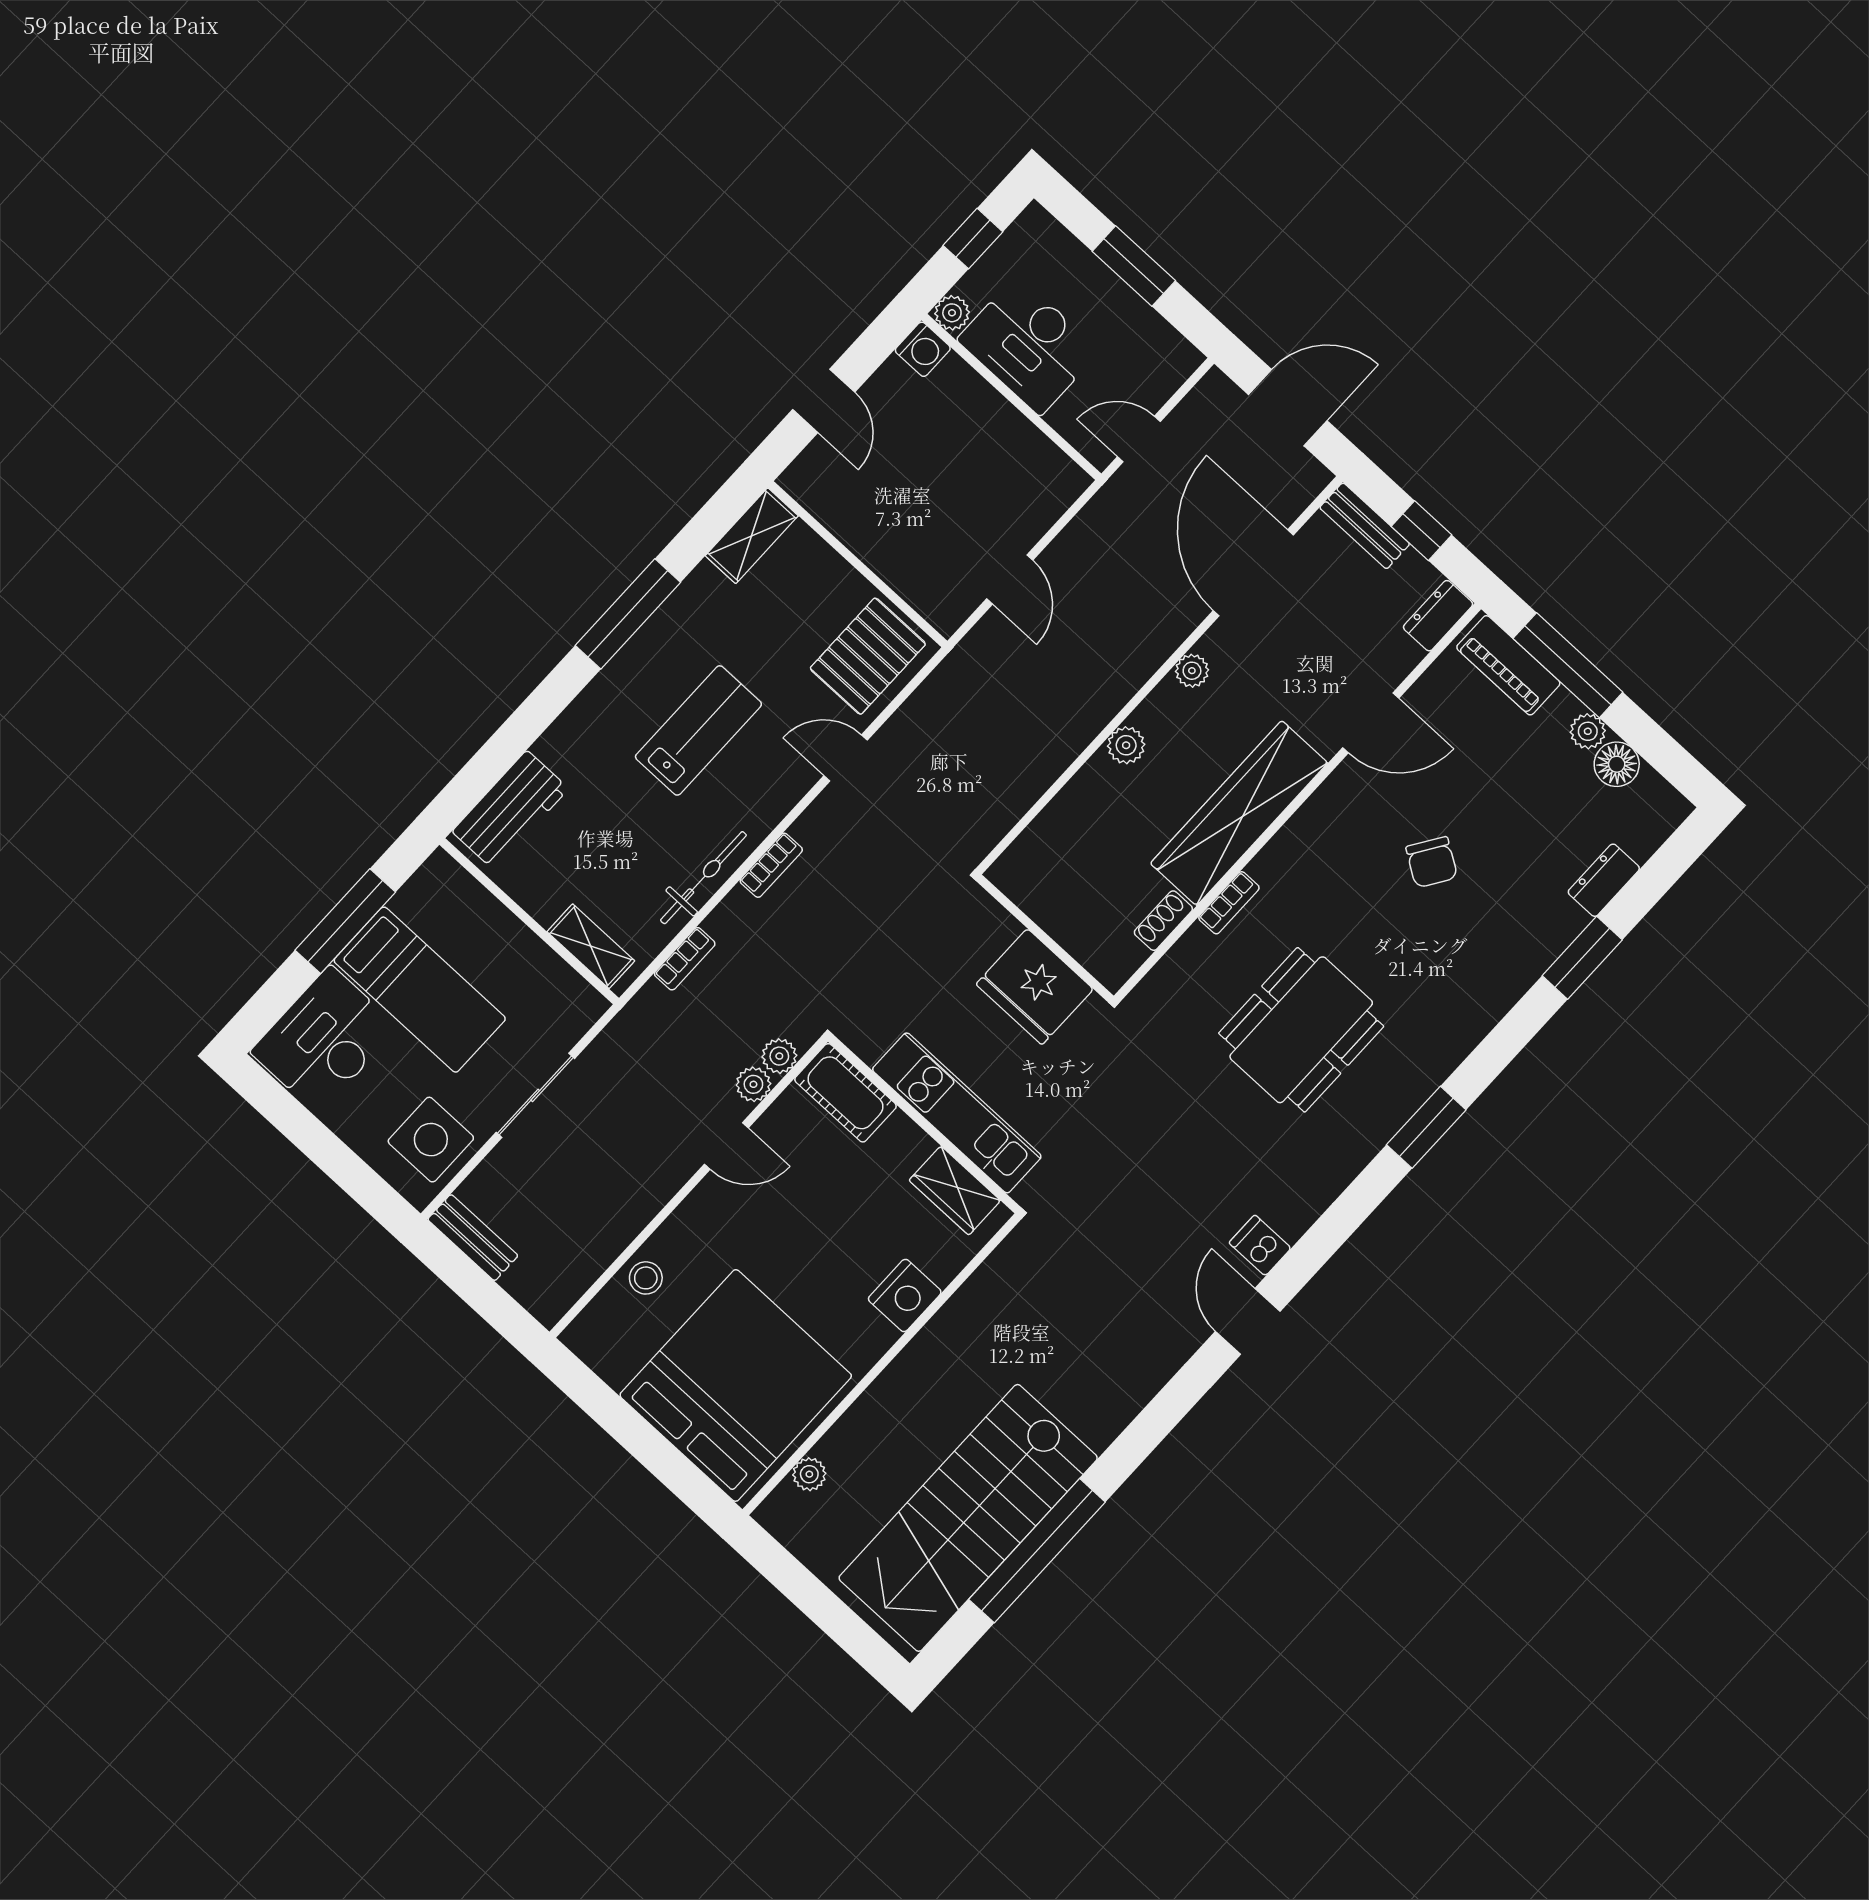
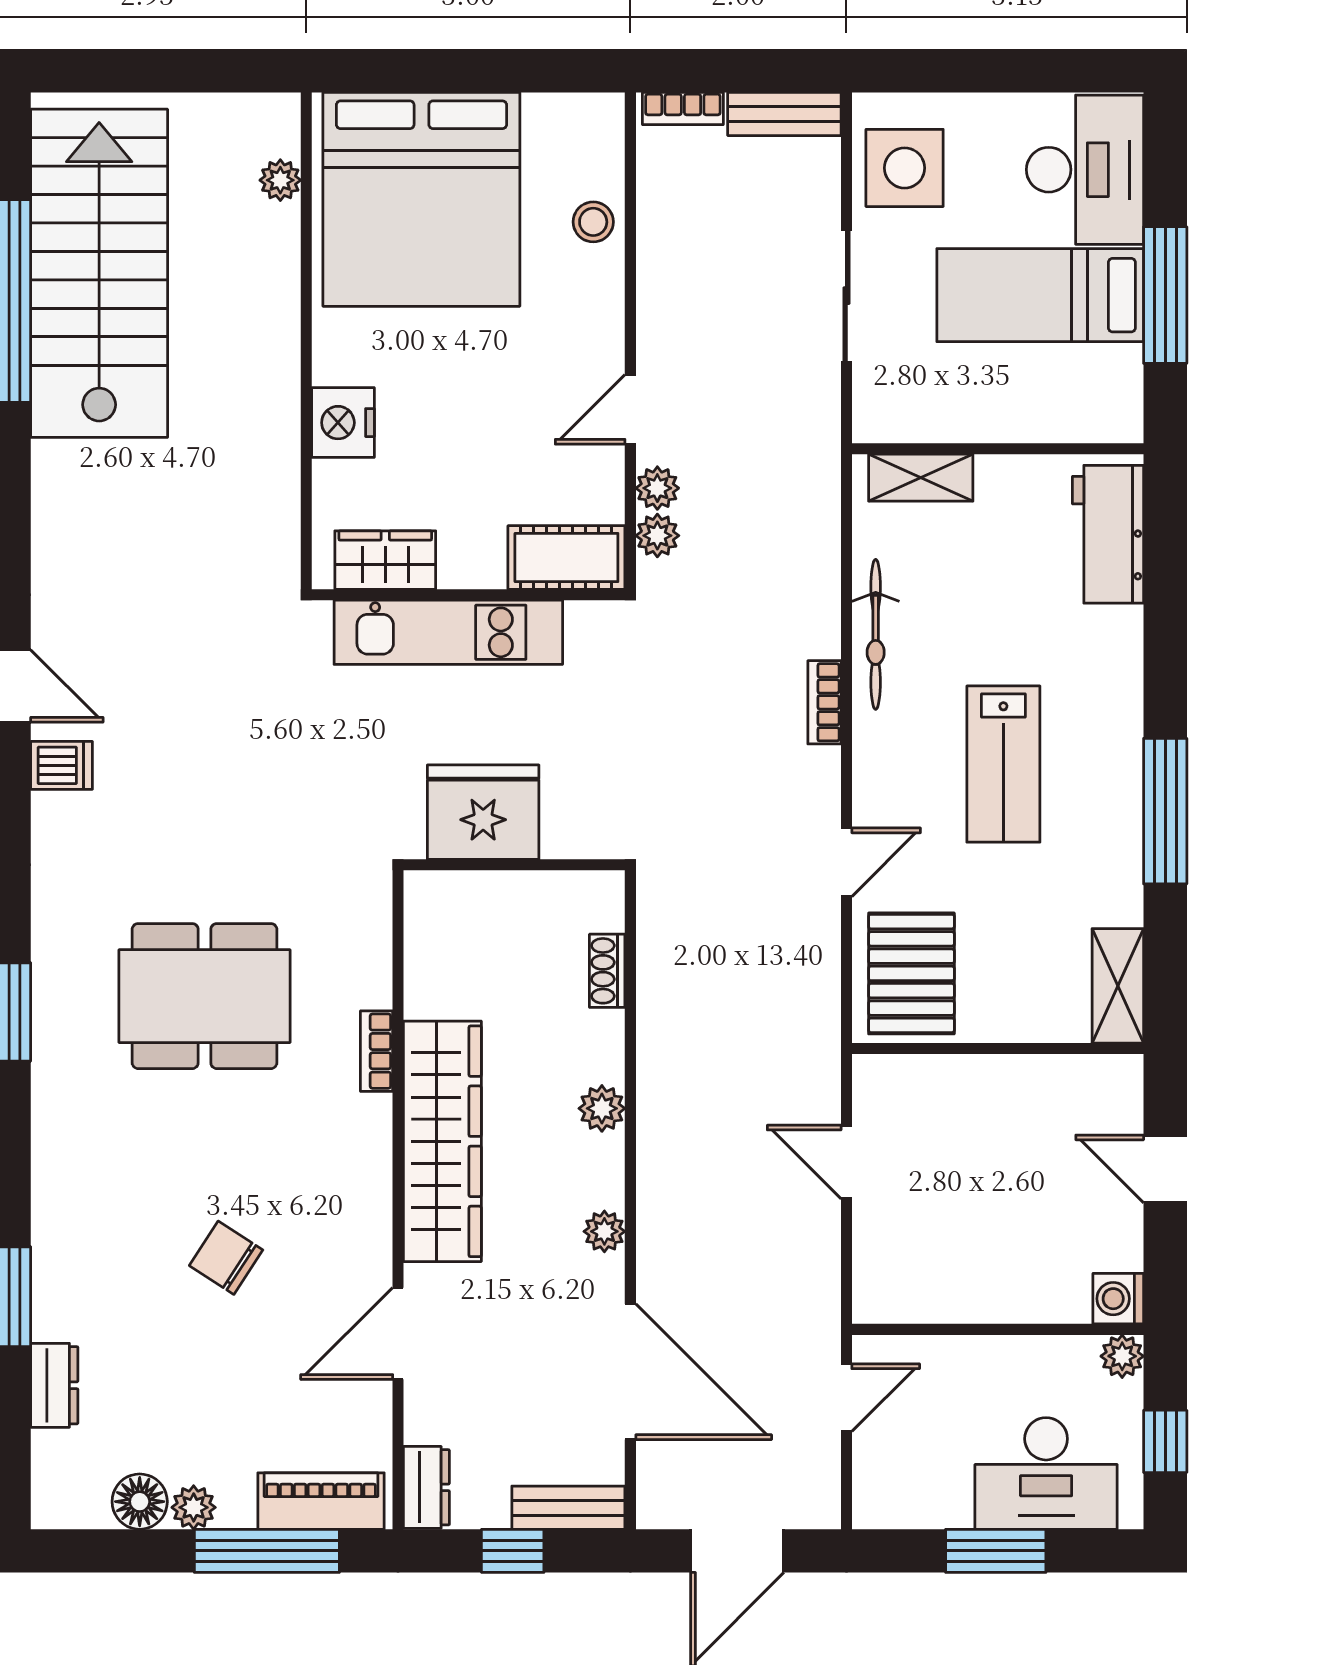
desk: (1028, 345) -> (1046, 1473), moved, turned 180
shoe rack: (1163, 921) -> (607, 971), moved, turned 180
bookcase: (685, 959) -> (683, 108), moved, turned -90
dining table: (1301, 1030) -> (205, 996), turned 90

